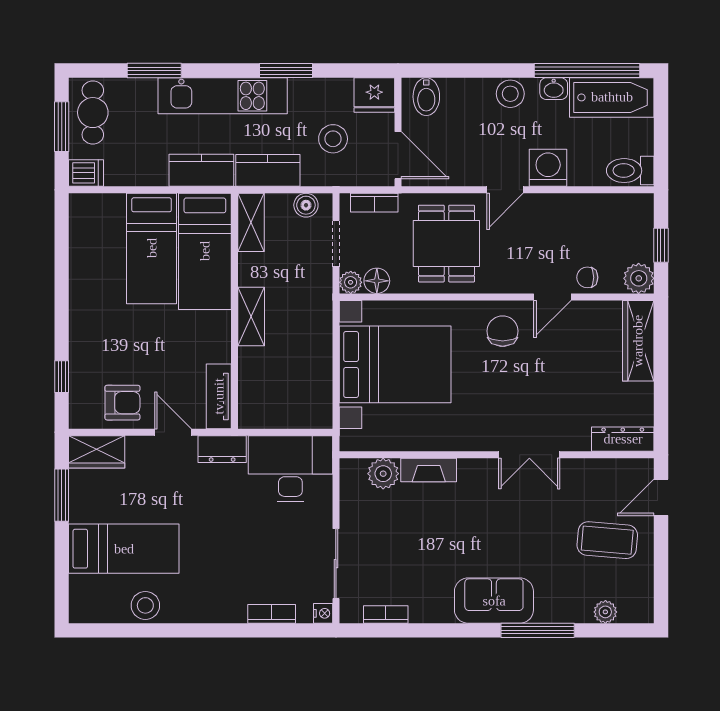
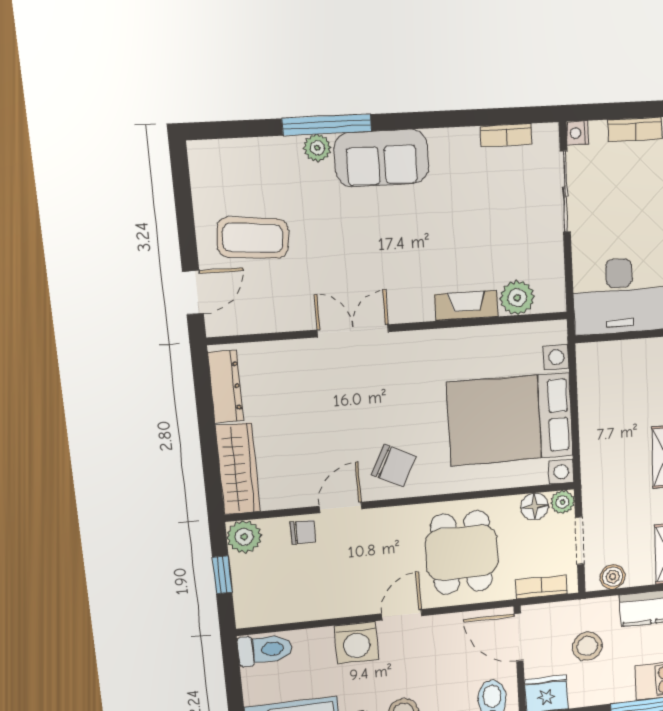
chair: (503, 331) -> (394, 466), turned -64
dresser: (623, 439) -> (226, 386), moved, turned -90
plant: (605, 612) -> (317, 148), moved

